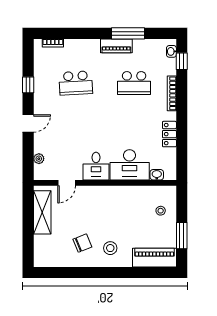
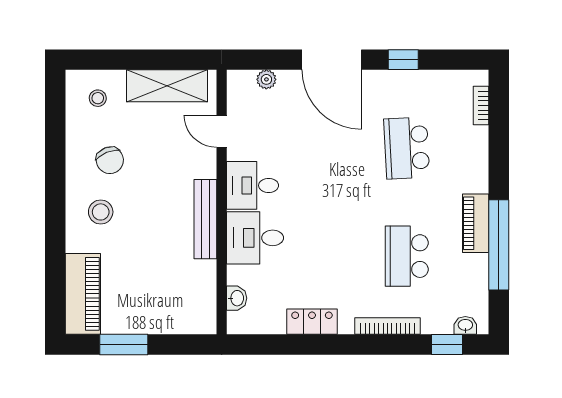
window: (128, 33) -> (499, 245), width x1.46
door: (28, 124) -> (332, 60), width x1.87
desk: (130, 165) -> (255, 238), width x0.73
bench: (114, 192) -> (205, 219), added
stool: (161, 211) -> (98, 98), moved

